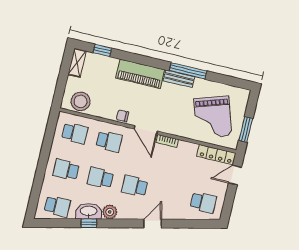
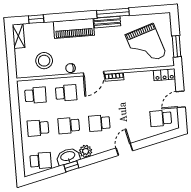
stool: (81, 101) -> (44, 61), moved
door: (146, 130) -> (94, 74), hinge flipped
locker: (216, 155) -> (164, 75), width x0.66
door: (235, 175) -> (181, 99), moved
school desk: (203, 202) -> (161, 118), turned 180

